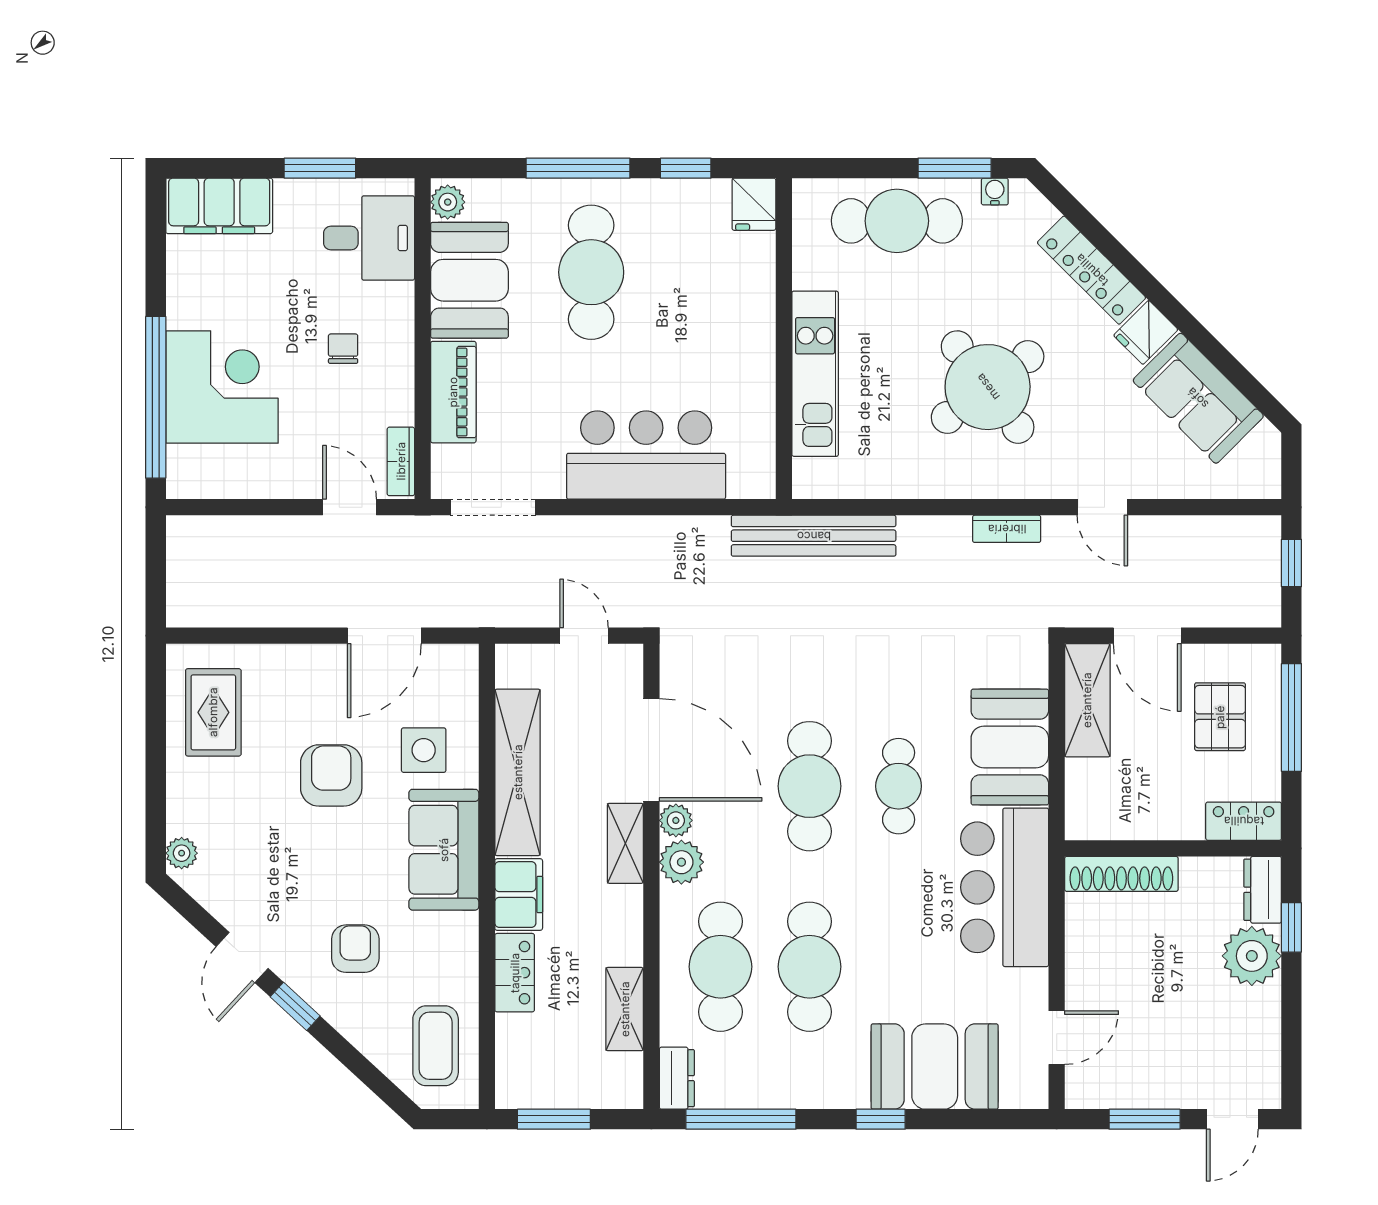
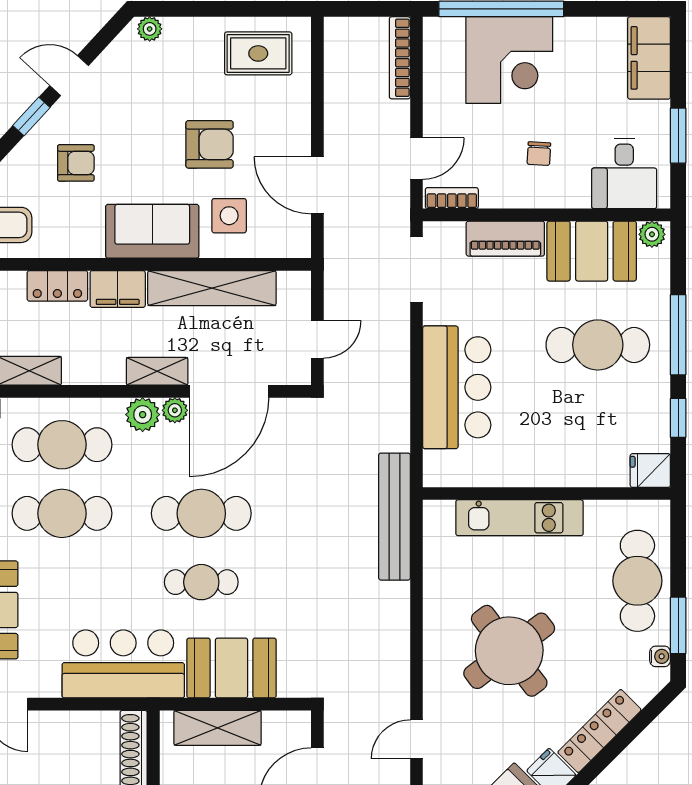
chair: (343, 349) -> (539, 154), turned 93
bookcase: (1007, 529) -> (400, 58), moved, width x1.56
shelving: (1087, 700) -> (218, 728), moved

